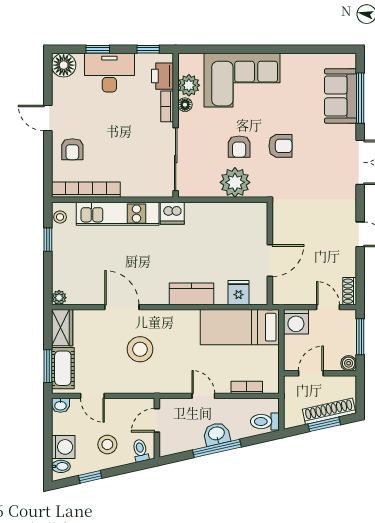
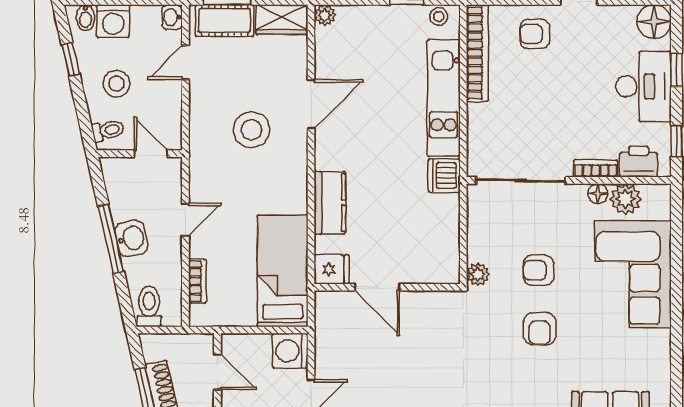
plant: (235, 182) -> (478, 274), width x0.53, depth x0.53
wall: (270, 253) -> (387, 287), moved
door: (270, 261) -> (377, 287), moved

